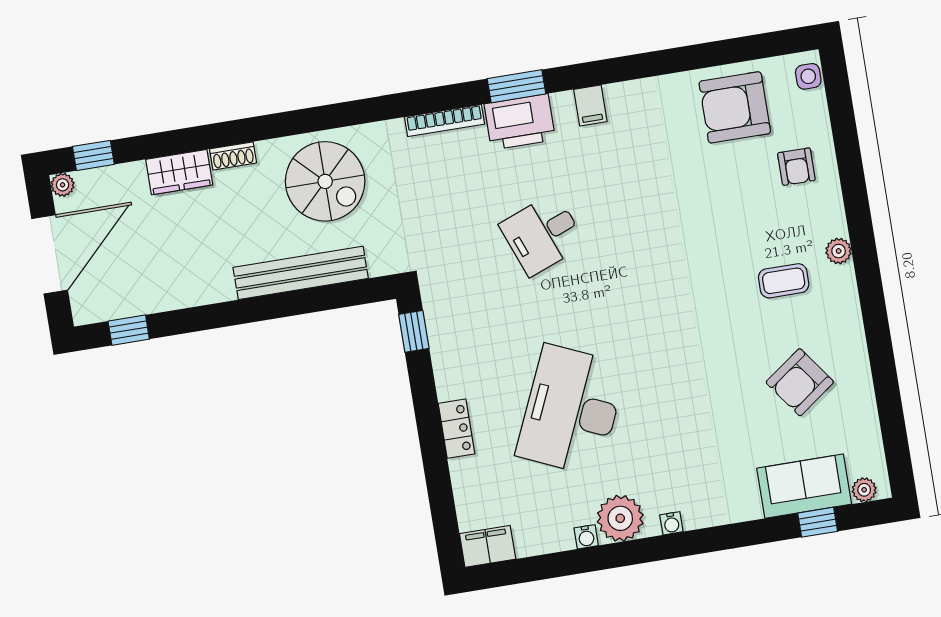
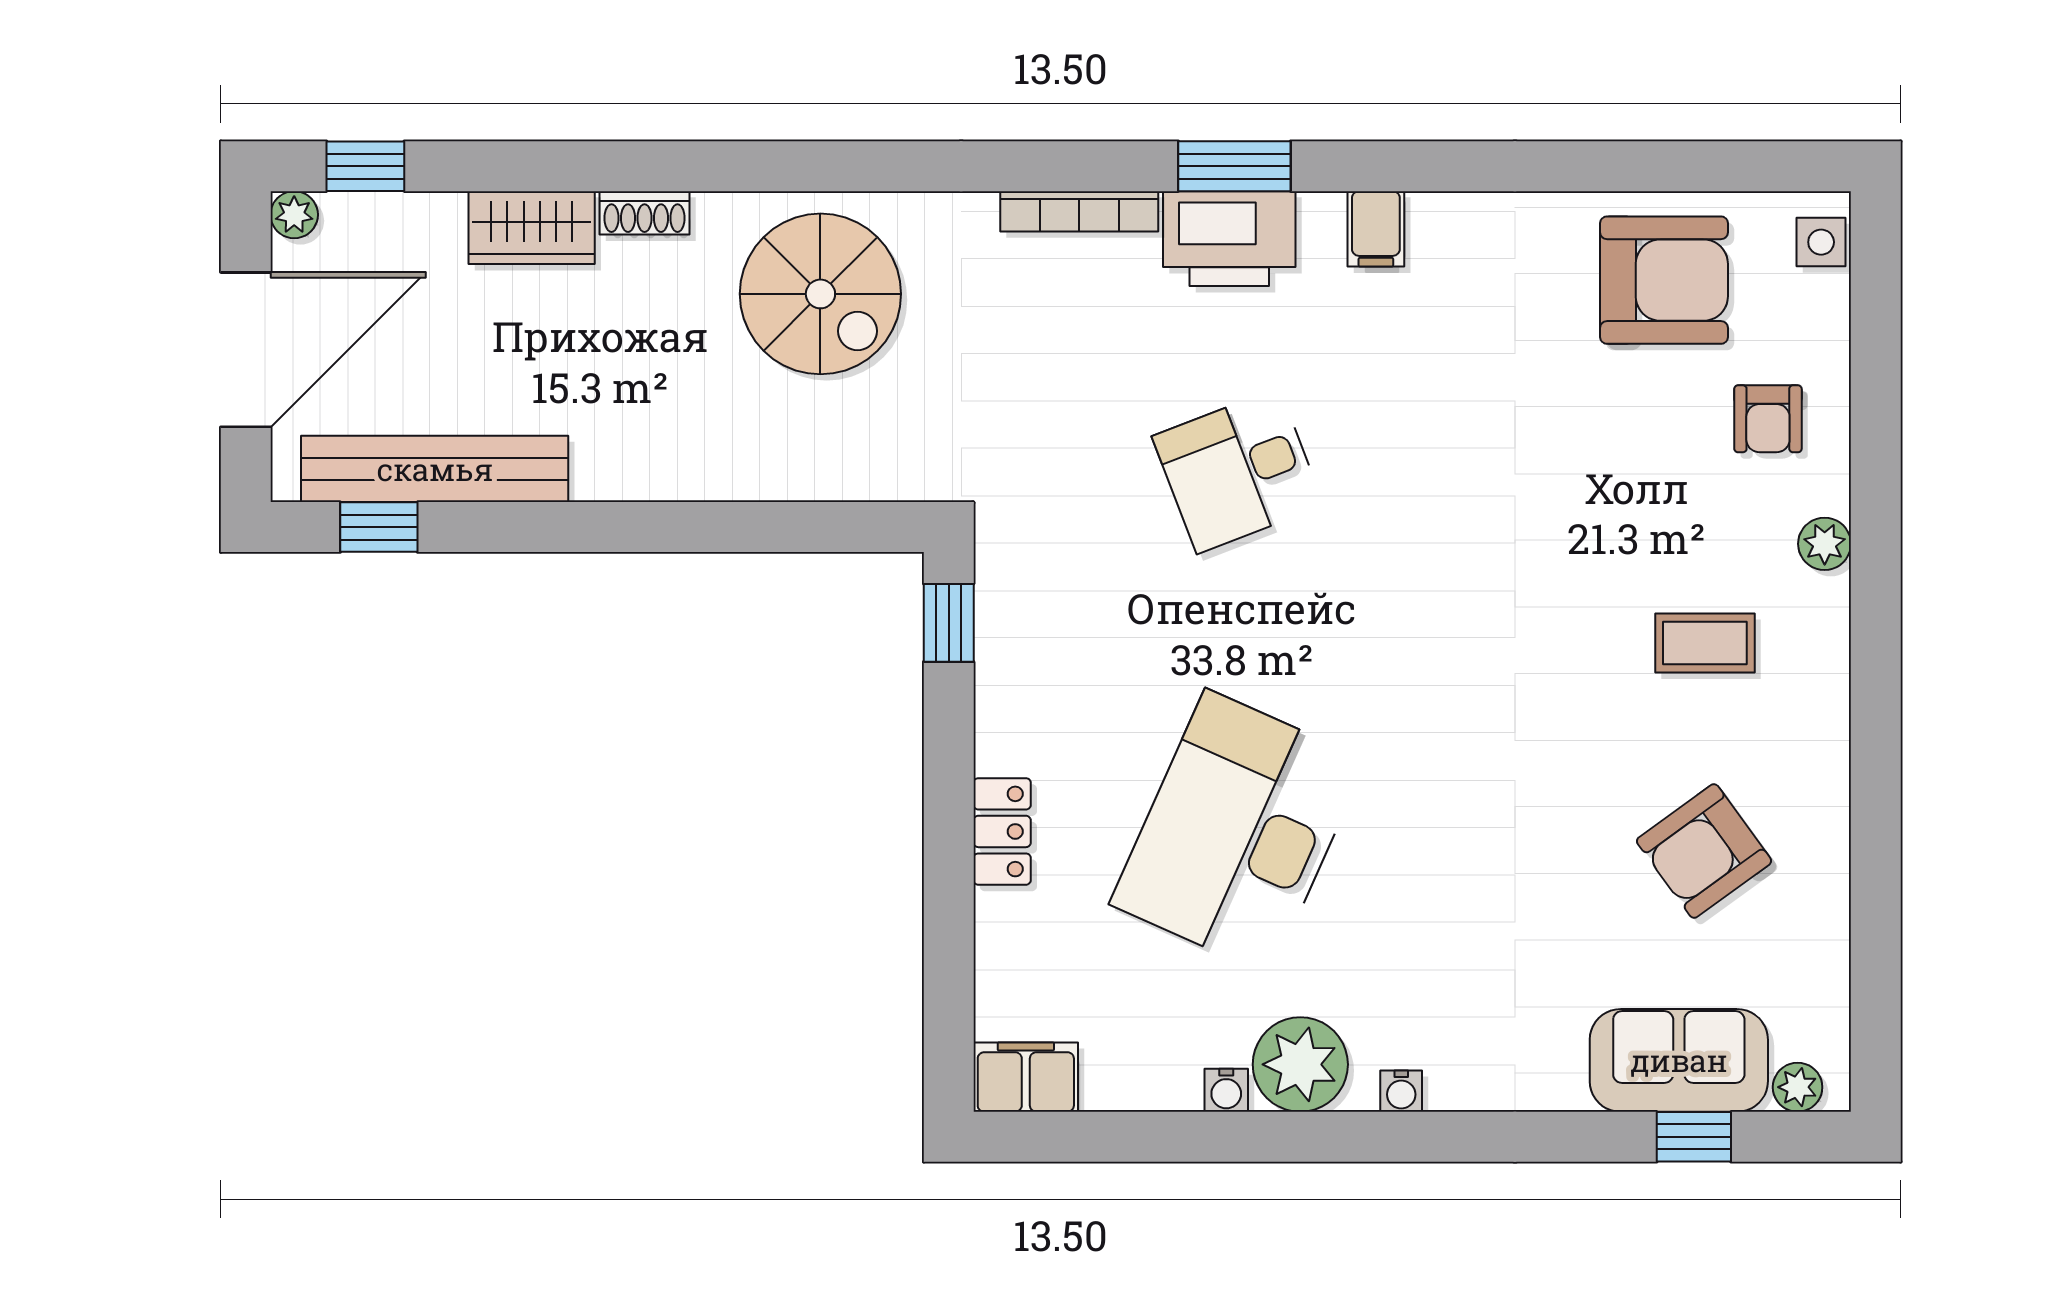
armchair: (735, 107) -> (1664, 280), turned 180
plant: (839, 251) -> (1825, 544), moved
bench: (301, 273) -> (435, 469), moved

